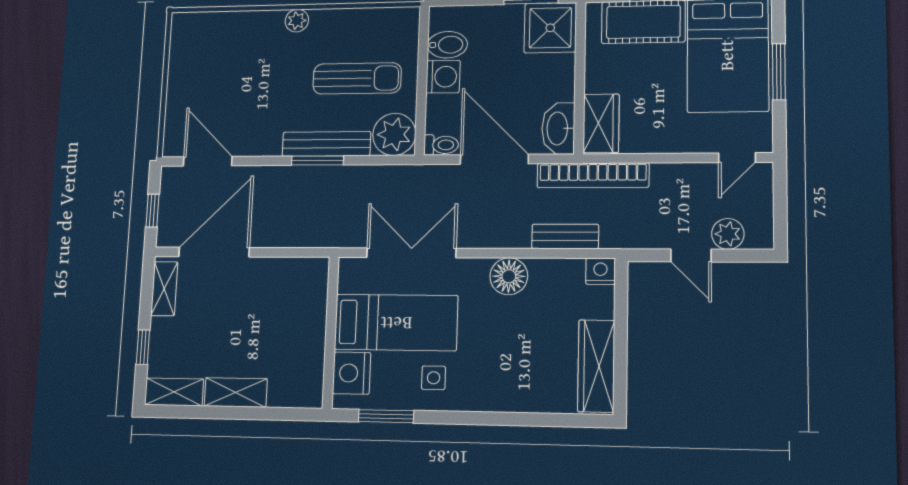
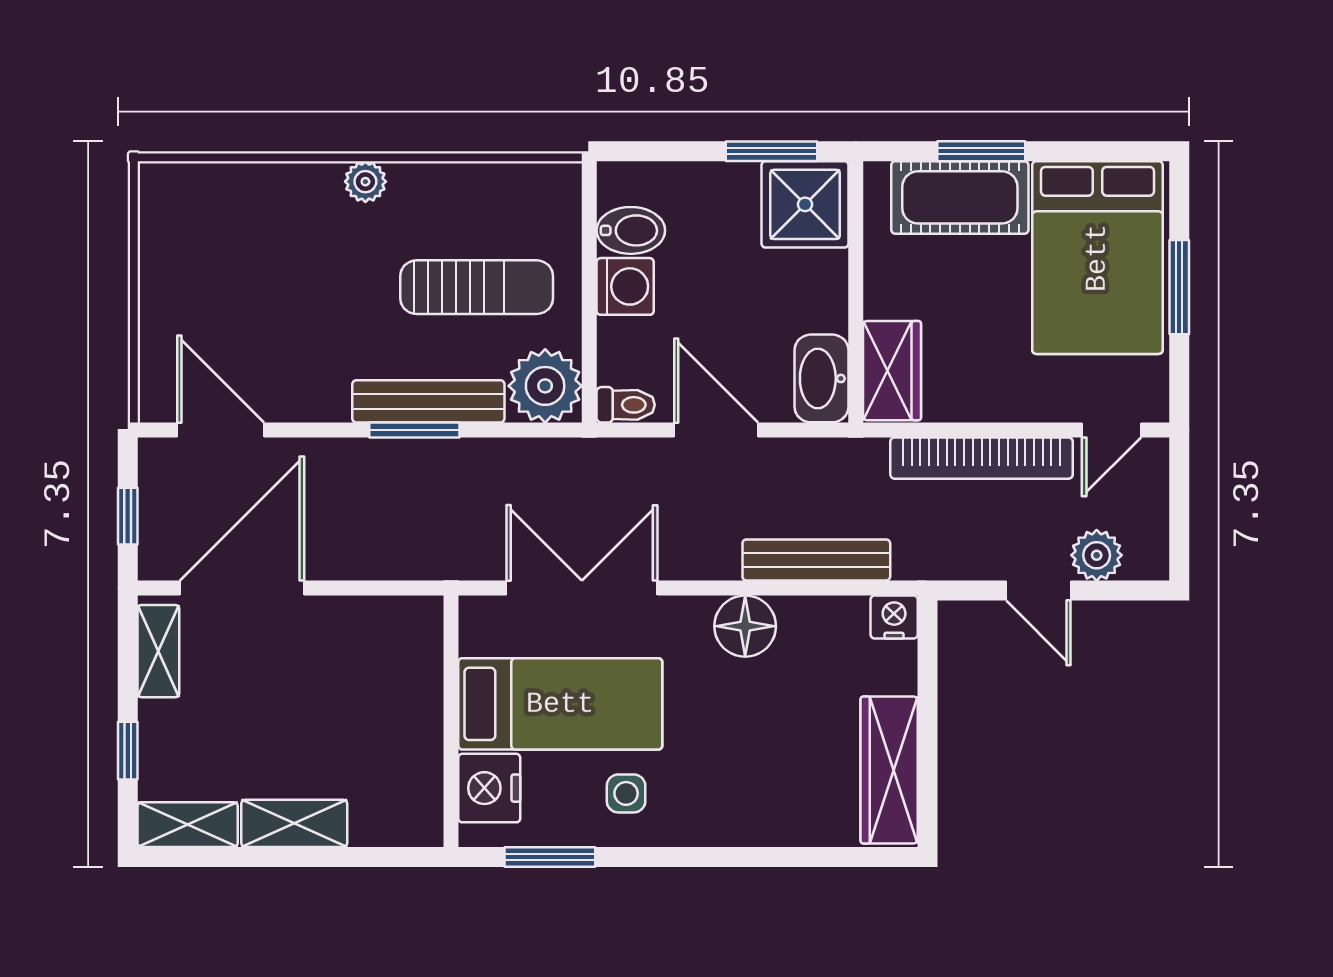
door: (494, 159) -> (716, 430), width x0.73
bookcase: (593, 175) -> (982, 458), moved
bench: (565, 236) -> (816, 560), width x1.36

